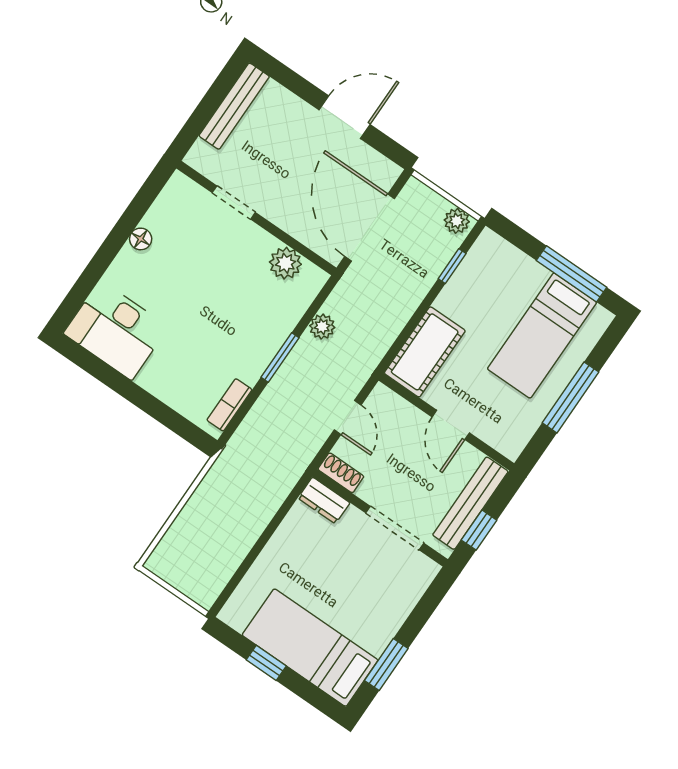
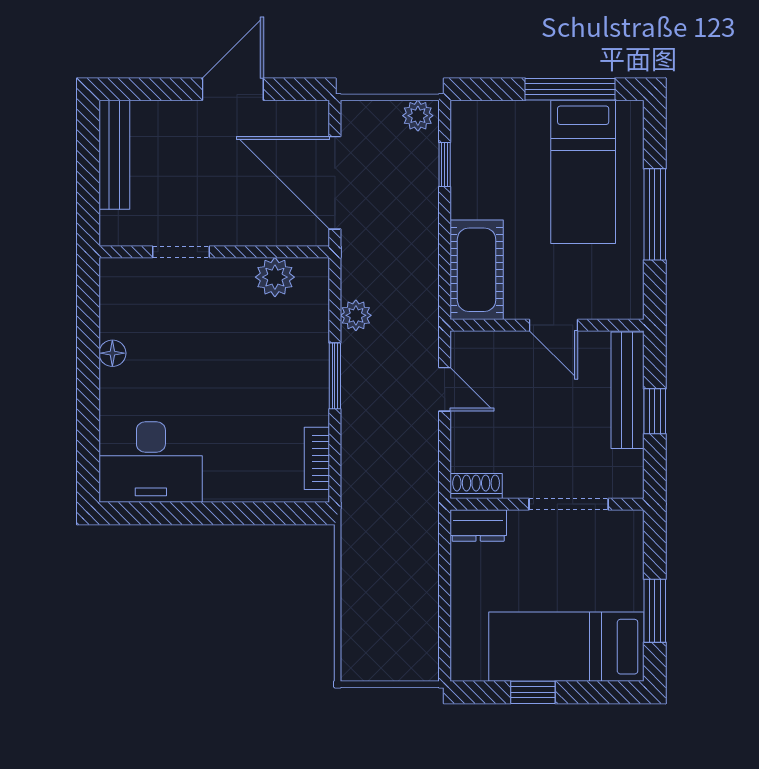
shoe rack: (341, 473) -> (476, 486), moved
dresser: (324, 500) -> (478, 526), moved
wall: (380, 518) -> (547, 504), moved
doorway: (395, 528) -> (569, 504), moved

